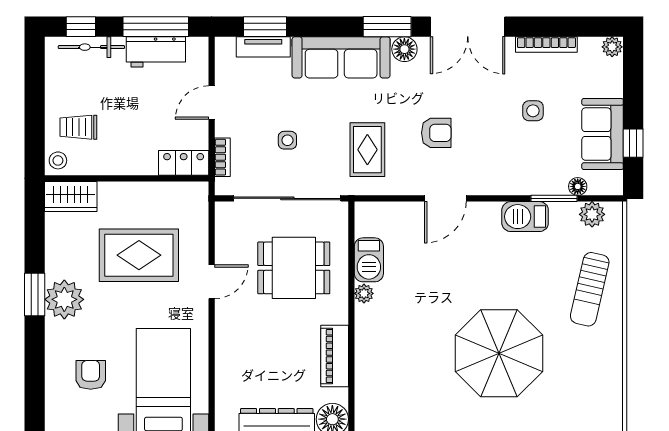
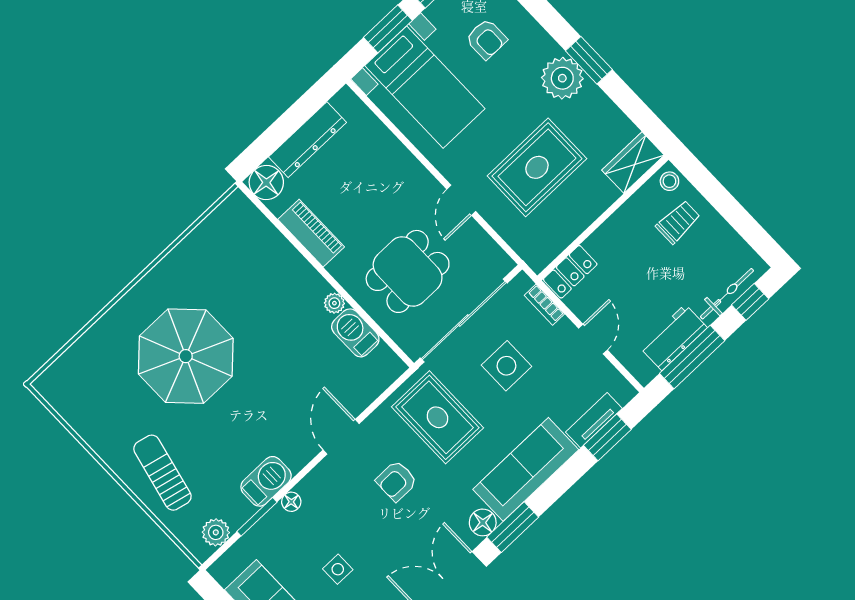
side table: (287, 140) -> (506, 366), width x1.87, depth x1.87
rug: (367, 150) -> (437, 417), width x1.36, depth x1.43
floor lamp: (578, 186) -> (291, 502), moved

